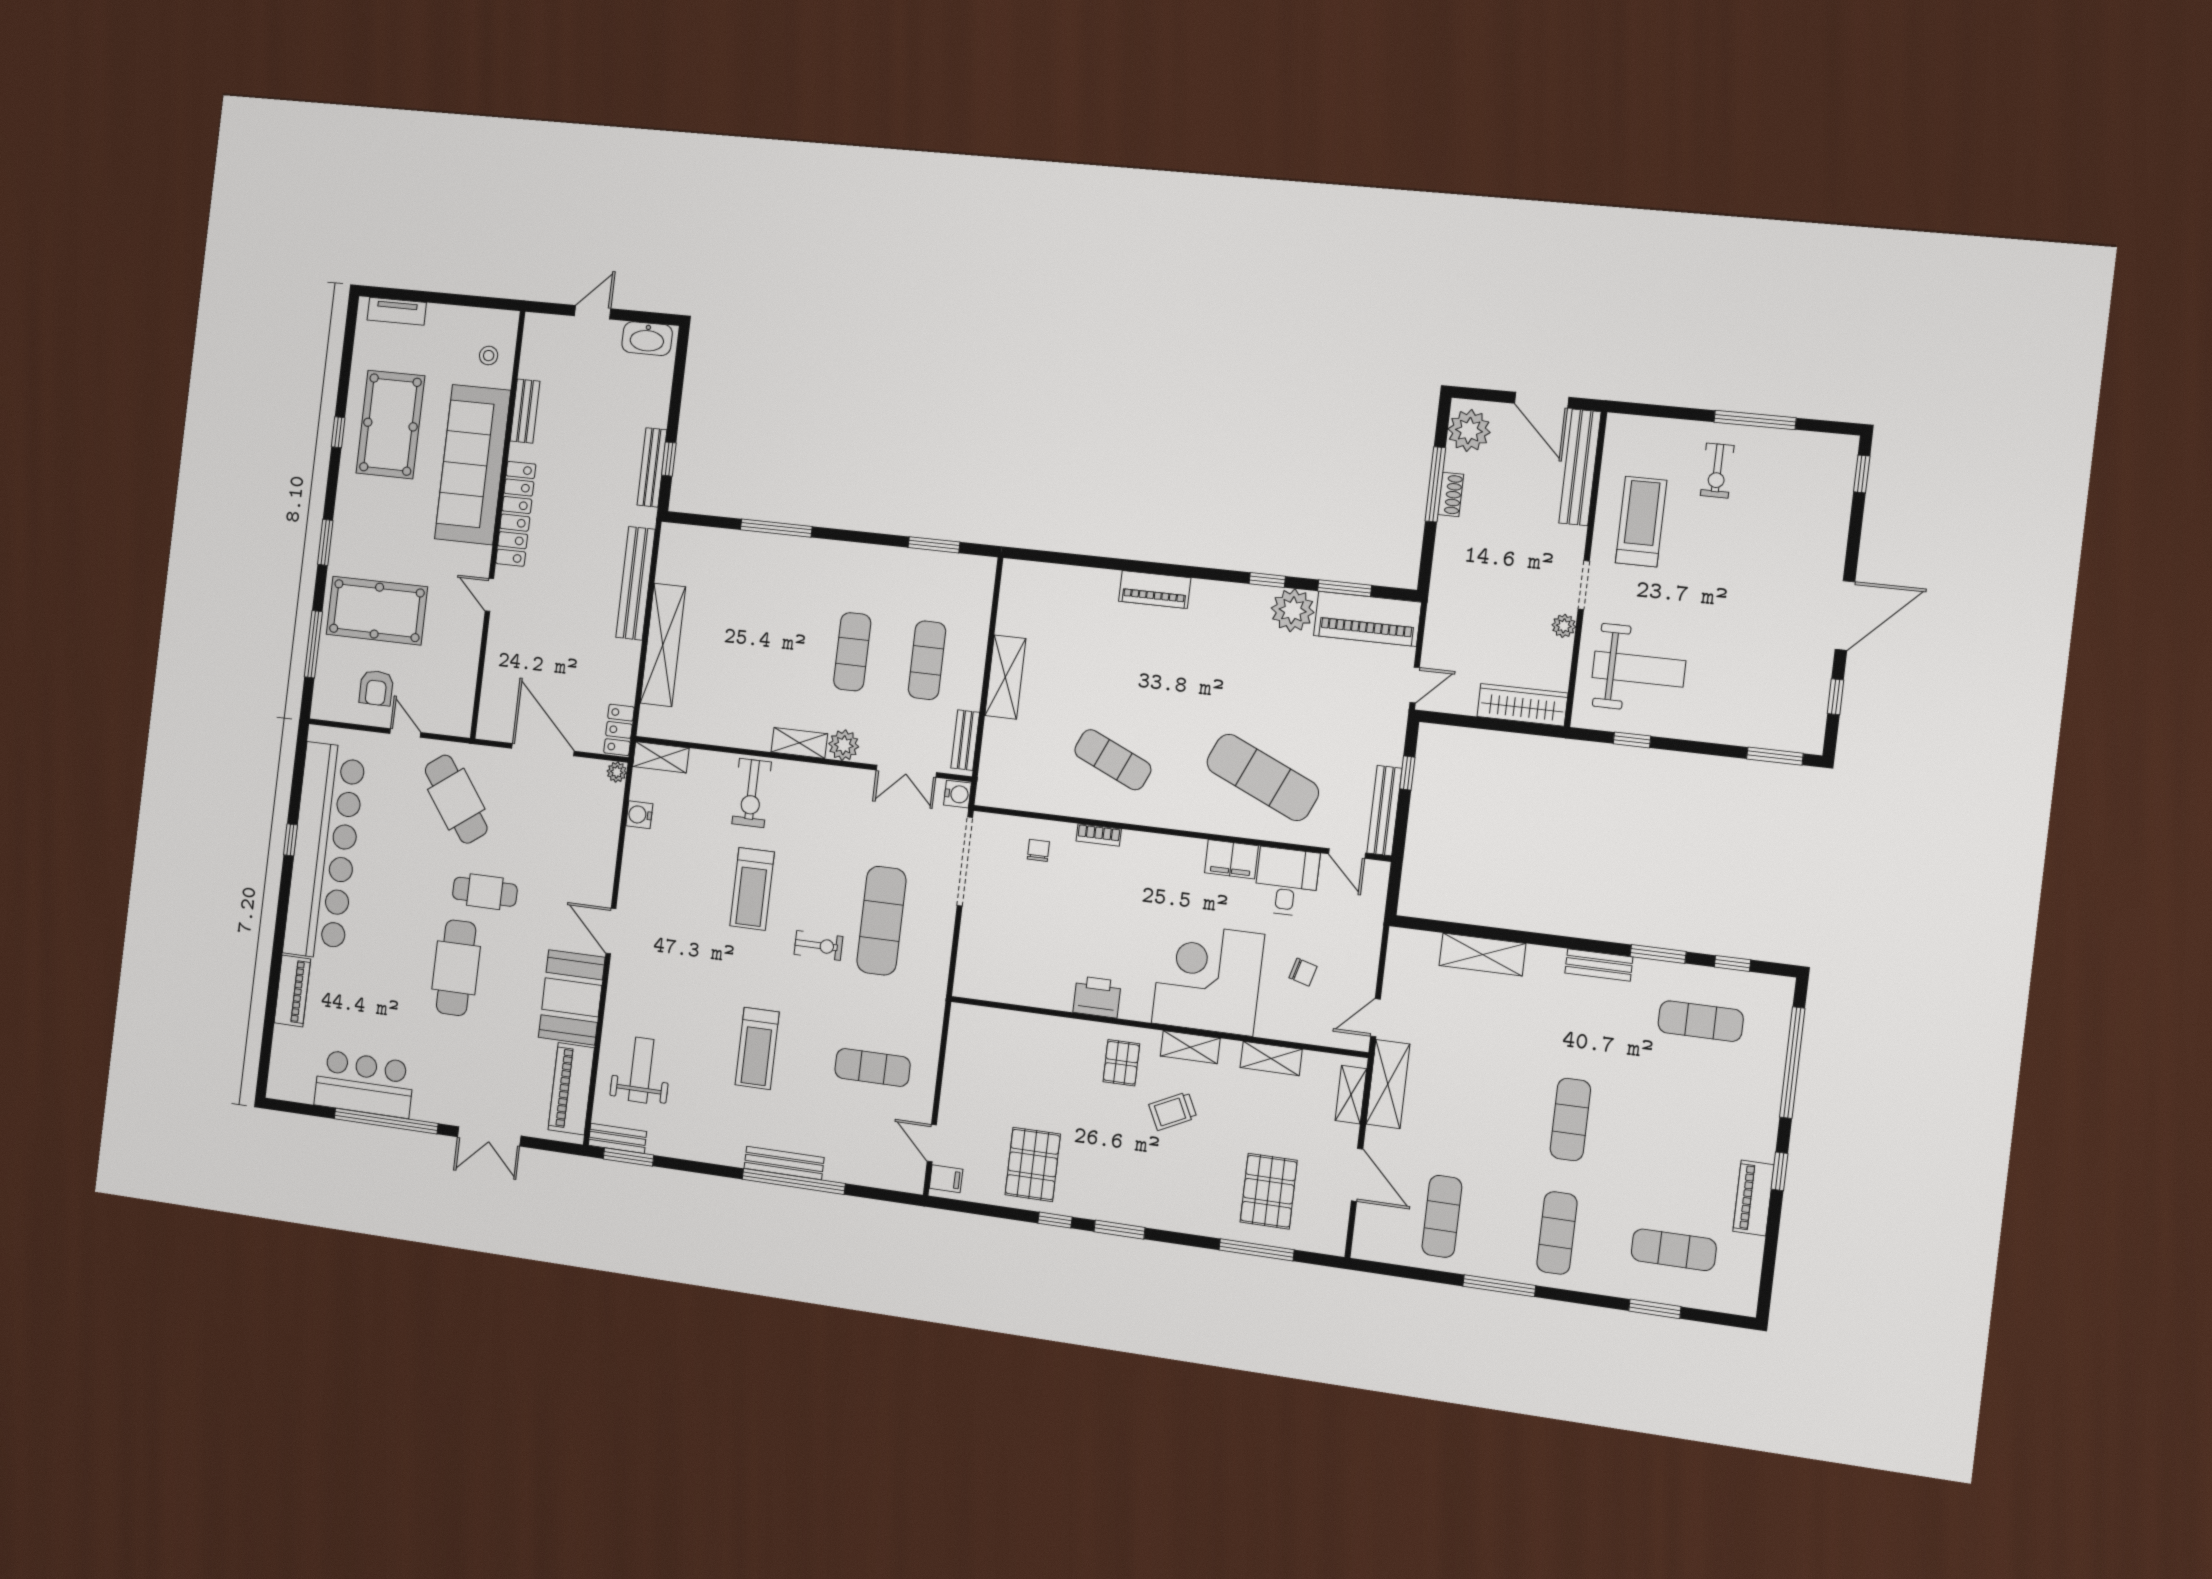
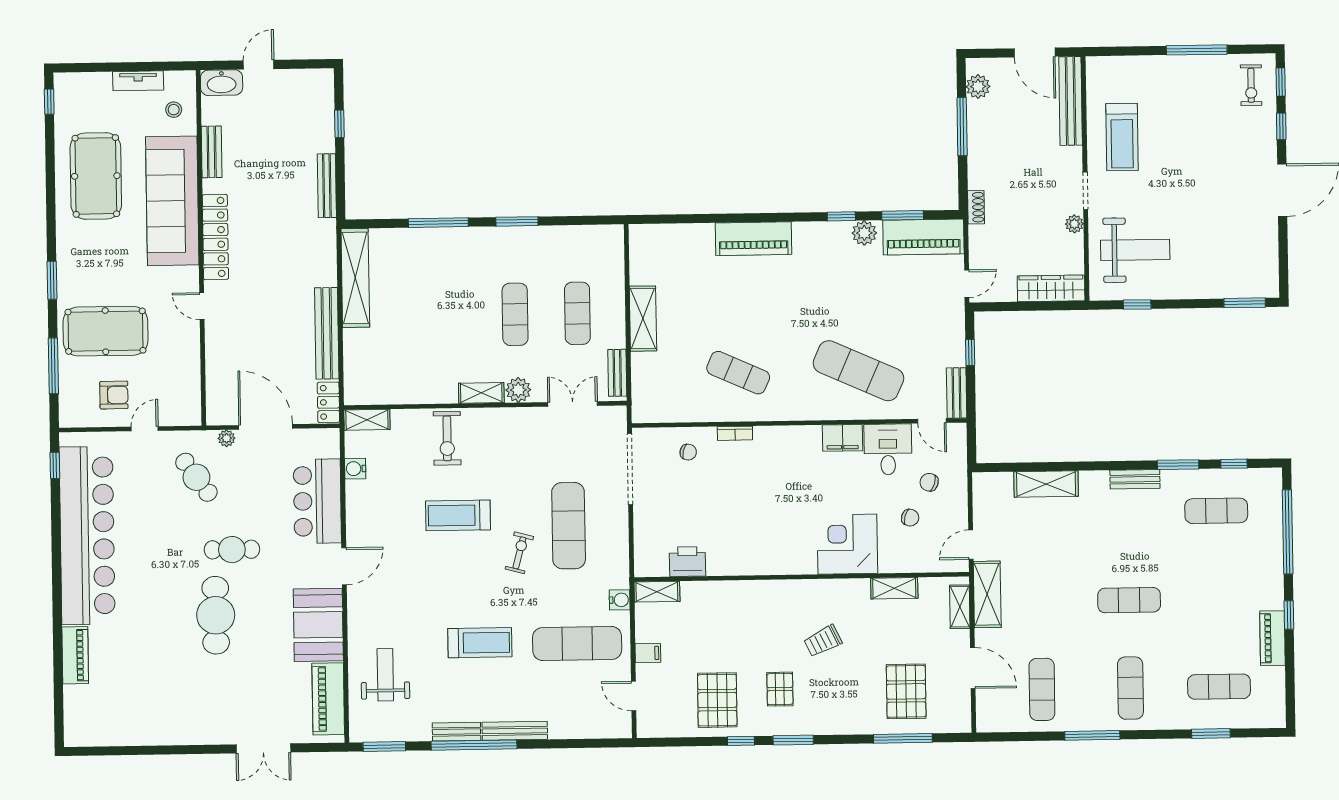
tv unit: (397, 311) -> (138, 81), moved
washbasin: (647, 339) -> (222, 83), moved
plant: (1469, 431) -> (978, 87), width x0.73, depth x0.73
window: (338, 432) -> (49, 102), moved
window: (669, 459) -> (339, 124), moved
exercise bike: (1717, 471) -> (1251, 85), moved
shoe rack: (1451, 494) -> (976, 207), moved
treadmill: (1641, 522) -> (1122, 137), turned 180
window: (934, 545) -> (517, 221), moved
bench: (636, 583) -> (327, 333), moved
piano: (1155, 590) -> (754, 239), width x1.37, depth x1.33
plant: (1293, 610) -> (864, 233), width x0.73, depth x0.73
shelving: (663, 645) -> (355, 278), moved
armchair: (376, 688) -> (114, 395), turned -90
window: (1835, 697) -> (1281, 126), moved
door: (405, 733) -> (145, 429), hinge flipped
double door: (906, 771) -> (573, 404), swing flipped
plant: (617, 772) -> (227, 438), moved
water cooler: (957, 794) -> (620, 600), moved
cafe table: (456, 799) -> (196, 477), width x0.73, depth x0.74
bench: (1384, 811) -> (957, 393), width x0.73
window: (290, 840) -> (55, 465), moved
chair: (1038, 850) -> (688, 452), turned 104
treadmill: (752, 889) -> (458, 515), turned 90
door: (611, 931) -> (344, 566), swing flipped
chair: (1333, 931) -> (929, 482), added
exercise bike: (819, 945) -> (519, 553), turned -75
corner desk: (1208, 979) -> (847, 544), width x0.74, depth x0.74
printer: (1097, 997) -> (687, 562), moved
shelving: (1190, 1047) -> (657, 592), moved
treadmill: (757, 1048) -> (480, 643), turned -90
pallet: (1121, 1063) -> (780, 689), moved
exercise mat: (873, 1067) -> (577, 643), width x1.36, depth x1.45
bar counter: (364, 1084) -> (317, 501), moved, turned -90
exercise mat: (1570, 1119) -> (1129, 600), turned 90
window: (386, 1121) -> (173, 750), removed
bench: (617, 1138) -> (456, 732), moved
filing cabinet: (946, 1179) -> (648, 653), moved
window: (794, 1181) -> (474, 745), moved

